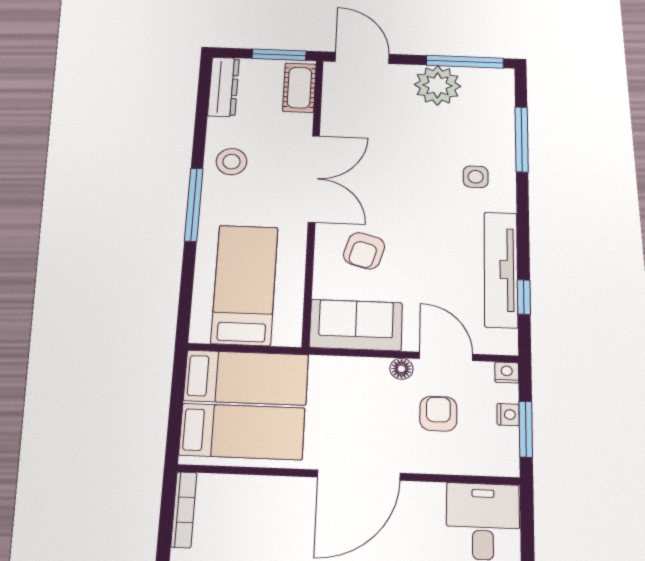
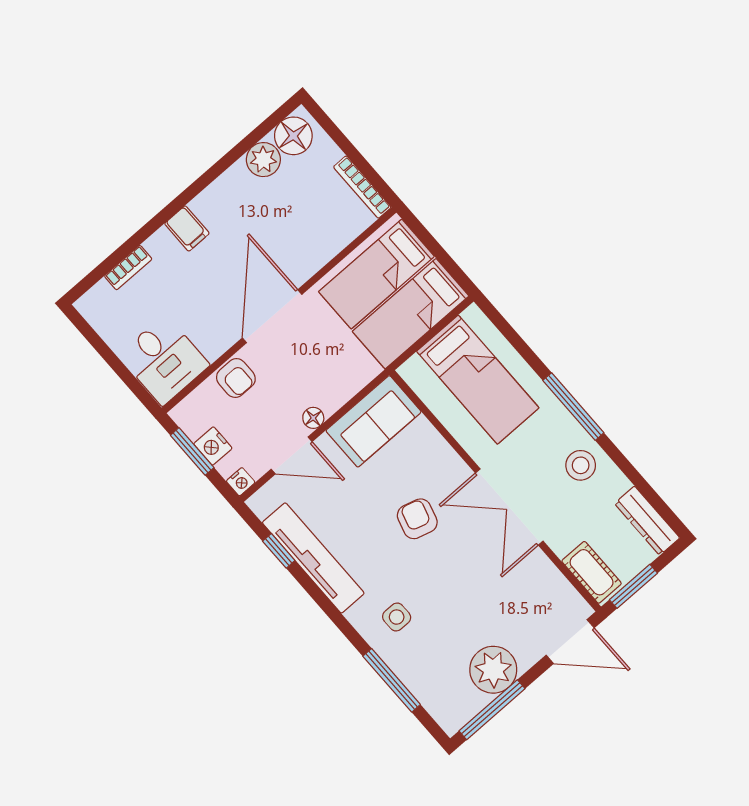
armchair: (364, 251) -> (417, 519), moved
armchair: (438, 414) -> (236, 378), moved
nightstand: (508, 415) -> (213, 446), width x1.39, depth x1.35

